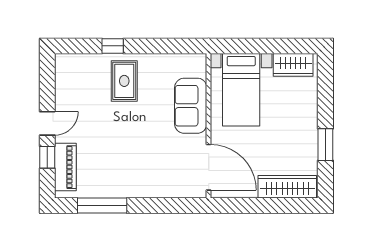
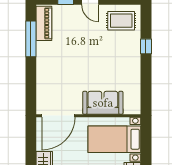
rug: (124, 81) -> (121, 21), moved
piano: (65, 167) -> (44, 23), moved, turned -90

